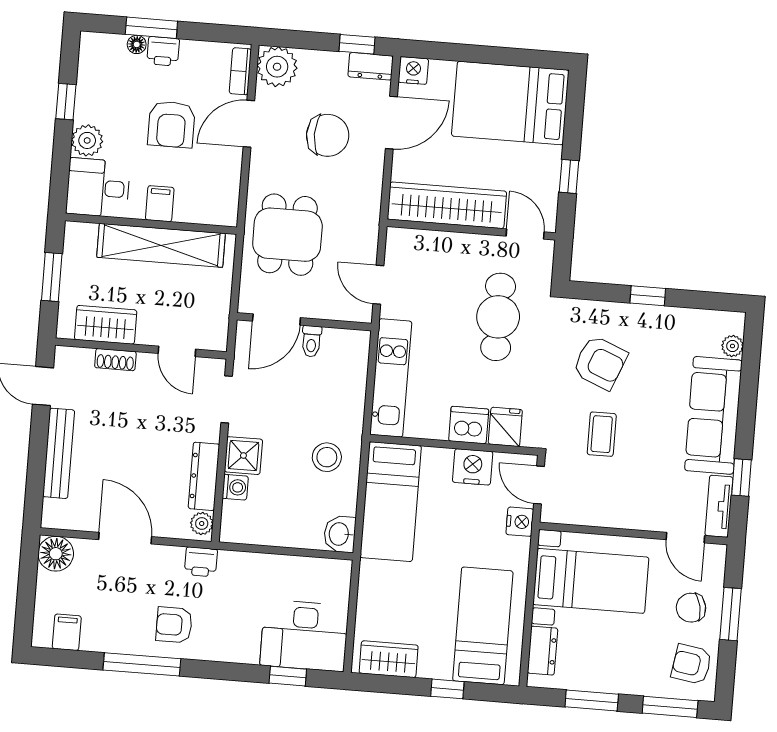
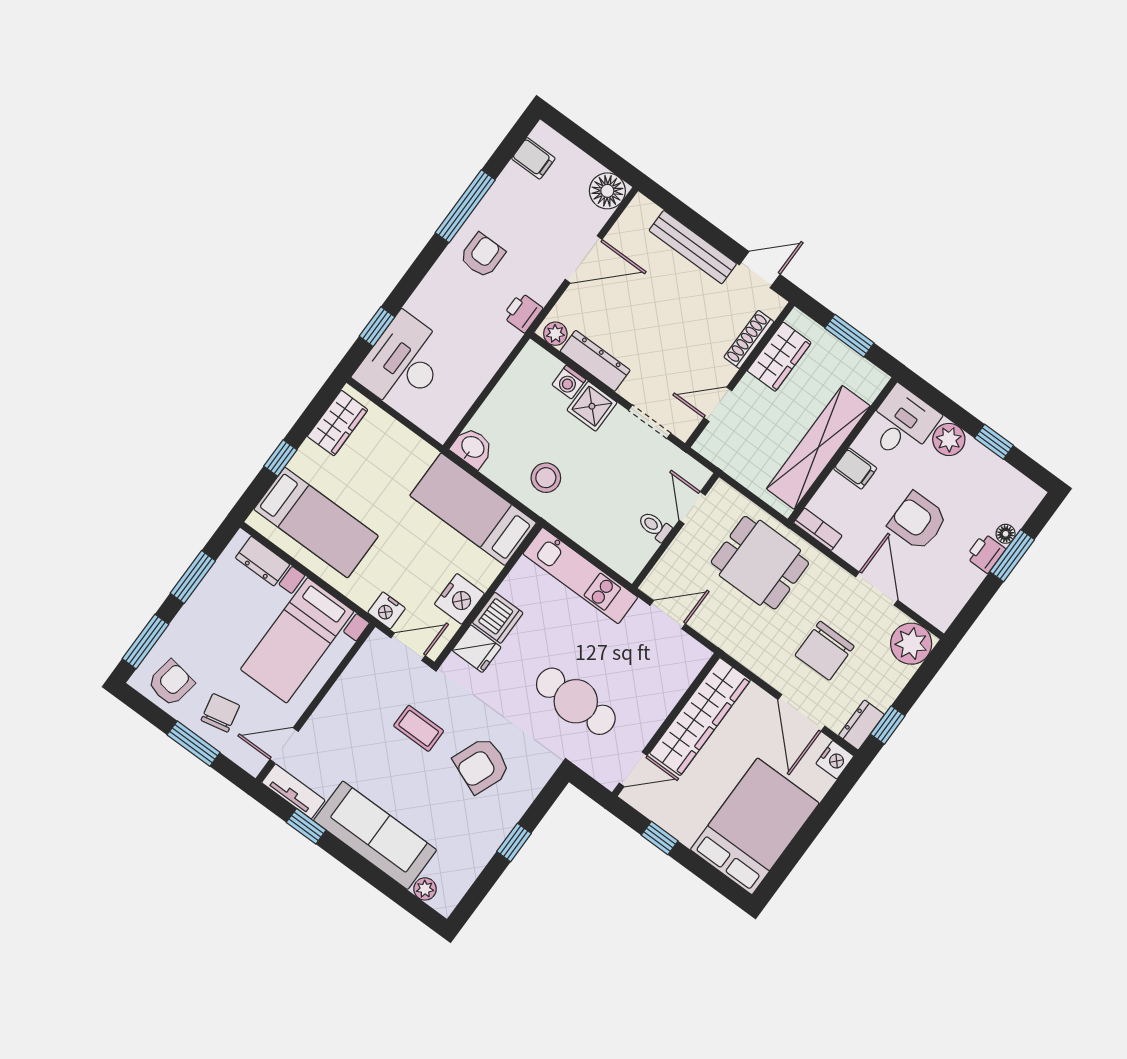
bookcase: (240, 71) -> (818, 529), moved
door: (276, 319) -> (692, 508), width x0.73
shoe rack: (115, 360) -> (749, 339), width x1.43

